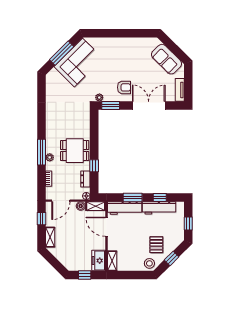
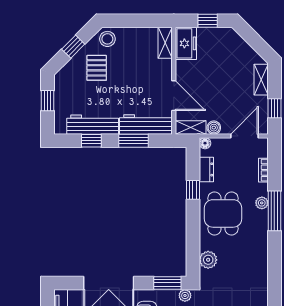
plant: (84, 121) -> (208, 260), added
dining table: (75, 151) -> (223, 213), turned 90

